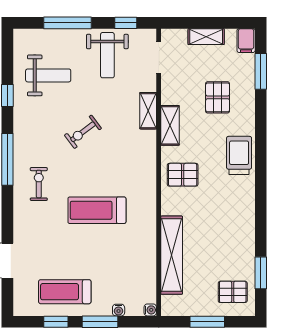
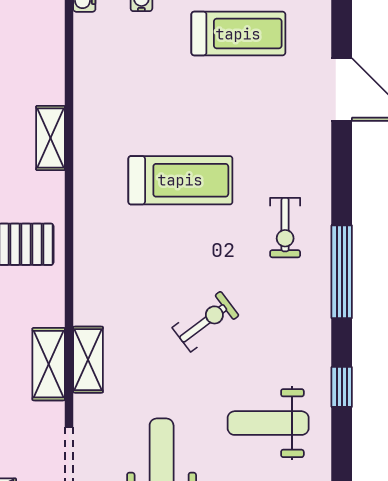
shelving: (170, 125) -> (49, 364), moved
shelving: (172, 255) -> (51, 138), width x0.45, depth x0.75

